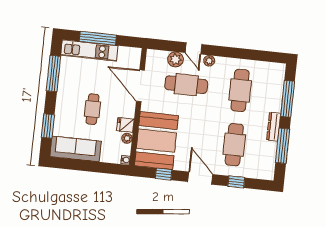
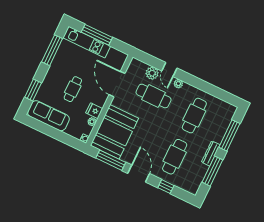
window: (164, 174) -> (111, 160), width x2.17

